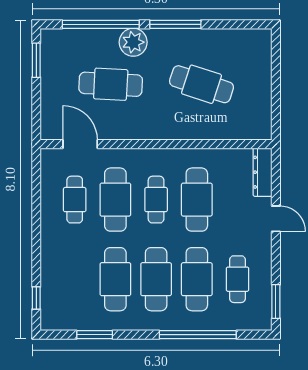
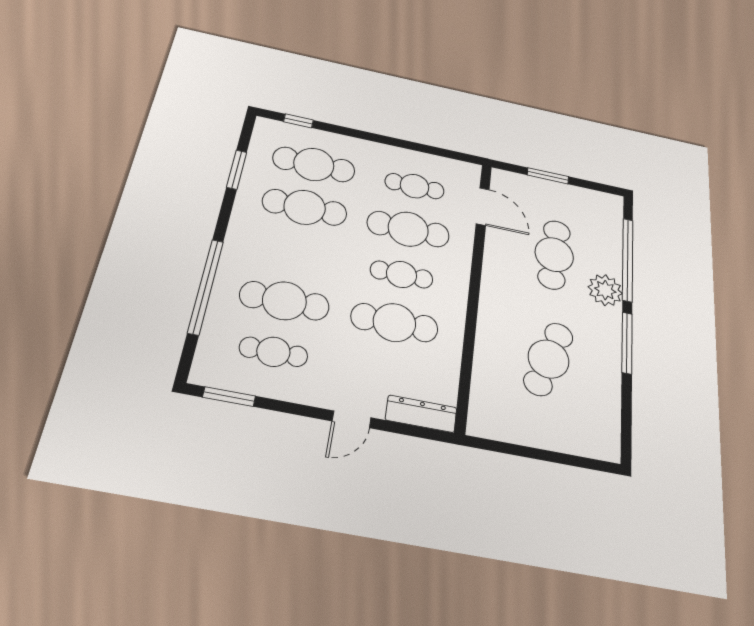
window: (36, 60) -> (548, 176), moved
door: (80, 144) -> (483, 207), hinge flipped
cafe table: (156, 279) -> (314, 164), moved

